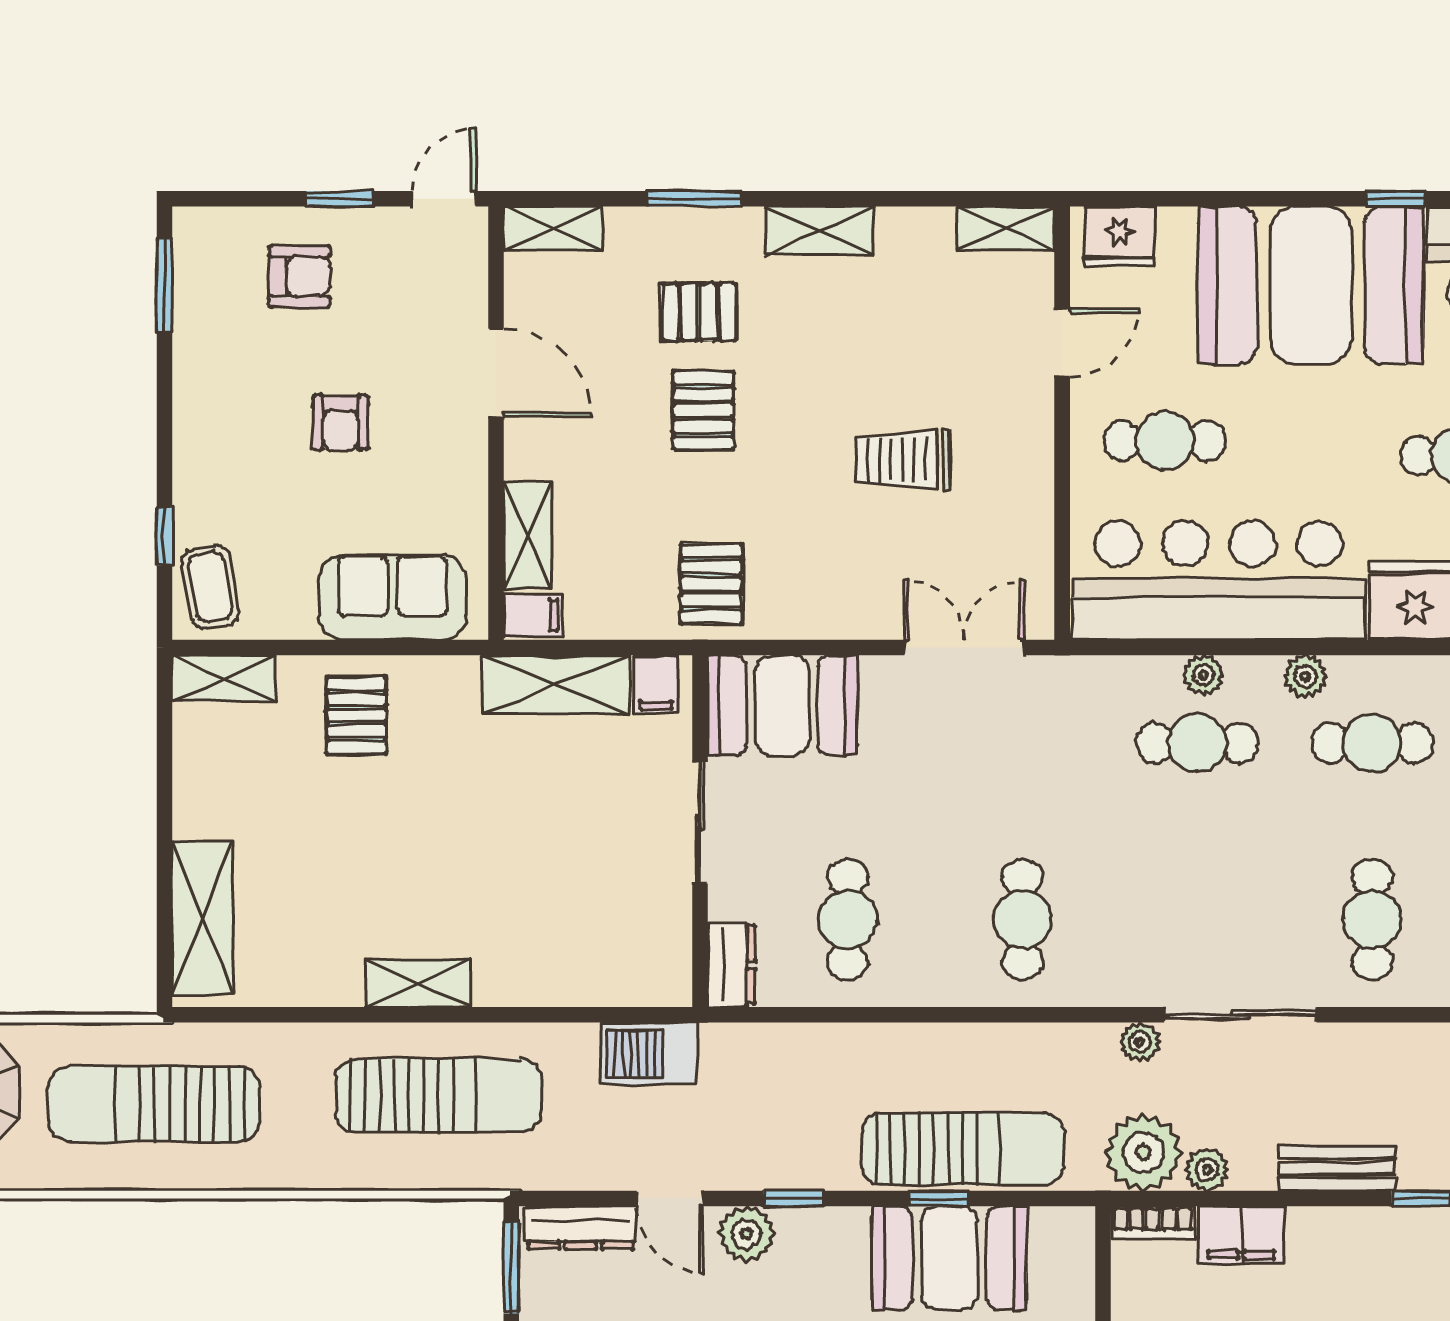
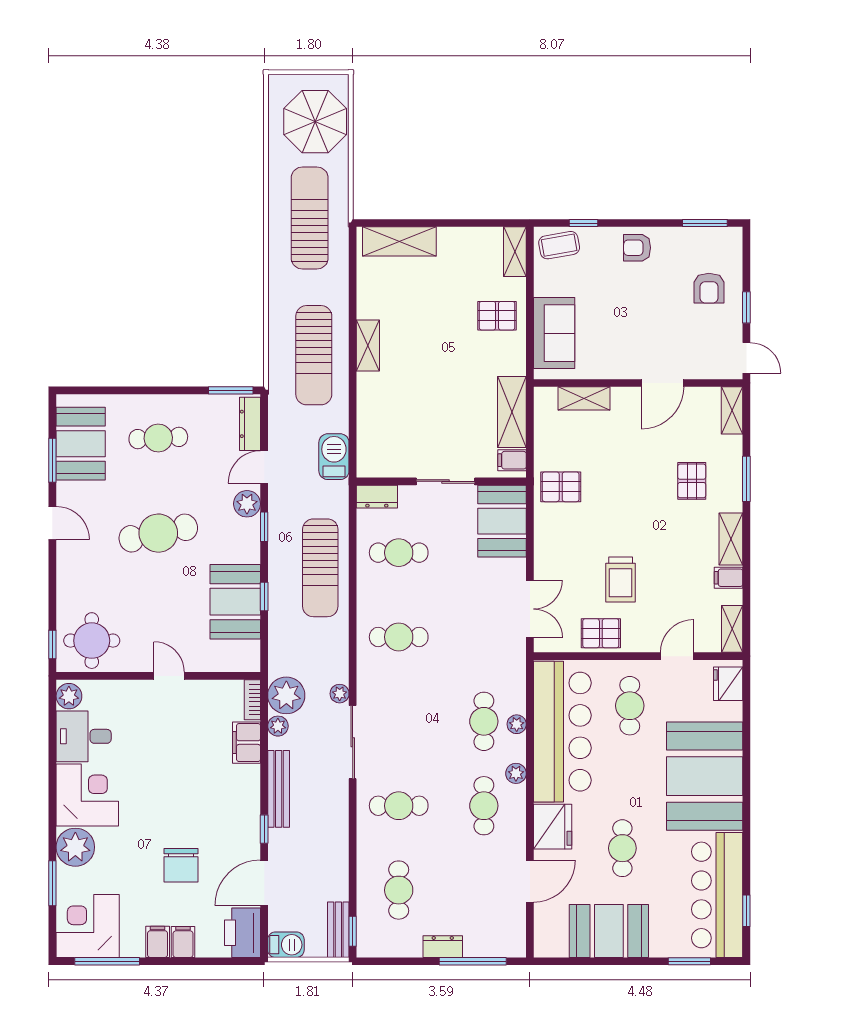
window: (1395, 199) -> (746, 817), removed
door: (1062, 342) -> (677, 656), swing flipped
pallet: (703, 410) -> (601, 633), moved
armchair: (341, 423) -> (637, 248), moved
trolley: (903, 460) -> (621, 580), turned 180
filing cabinet: (533, 615) -> (729, 578), moved, turned 90
sun lounger: (963, 1149) -> (320, 568), moved
bench: (1337, 1168) -> (279, 789), width x1.36

